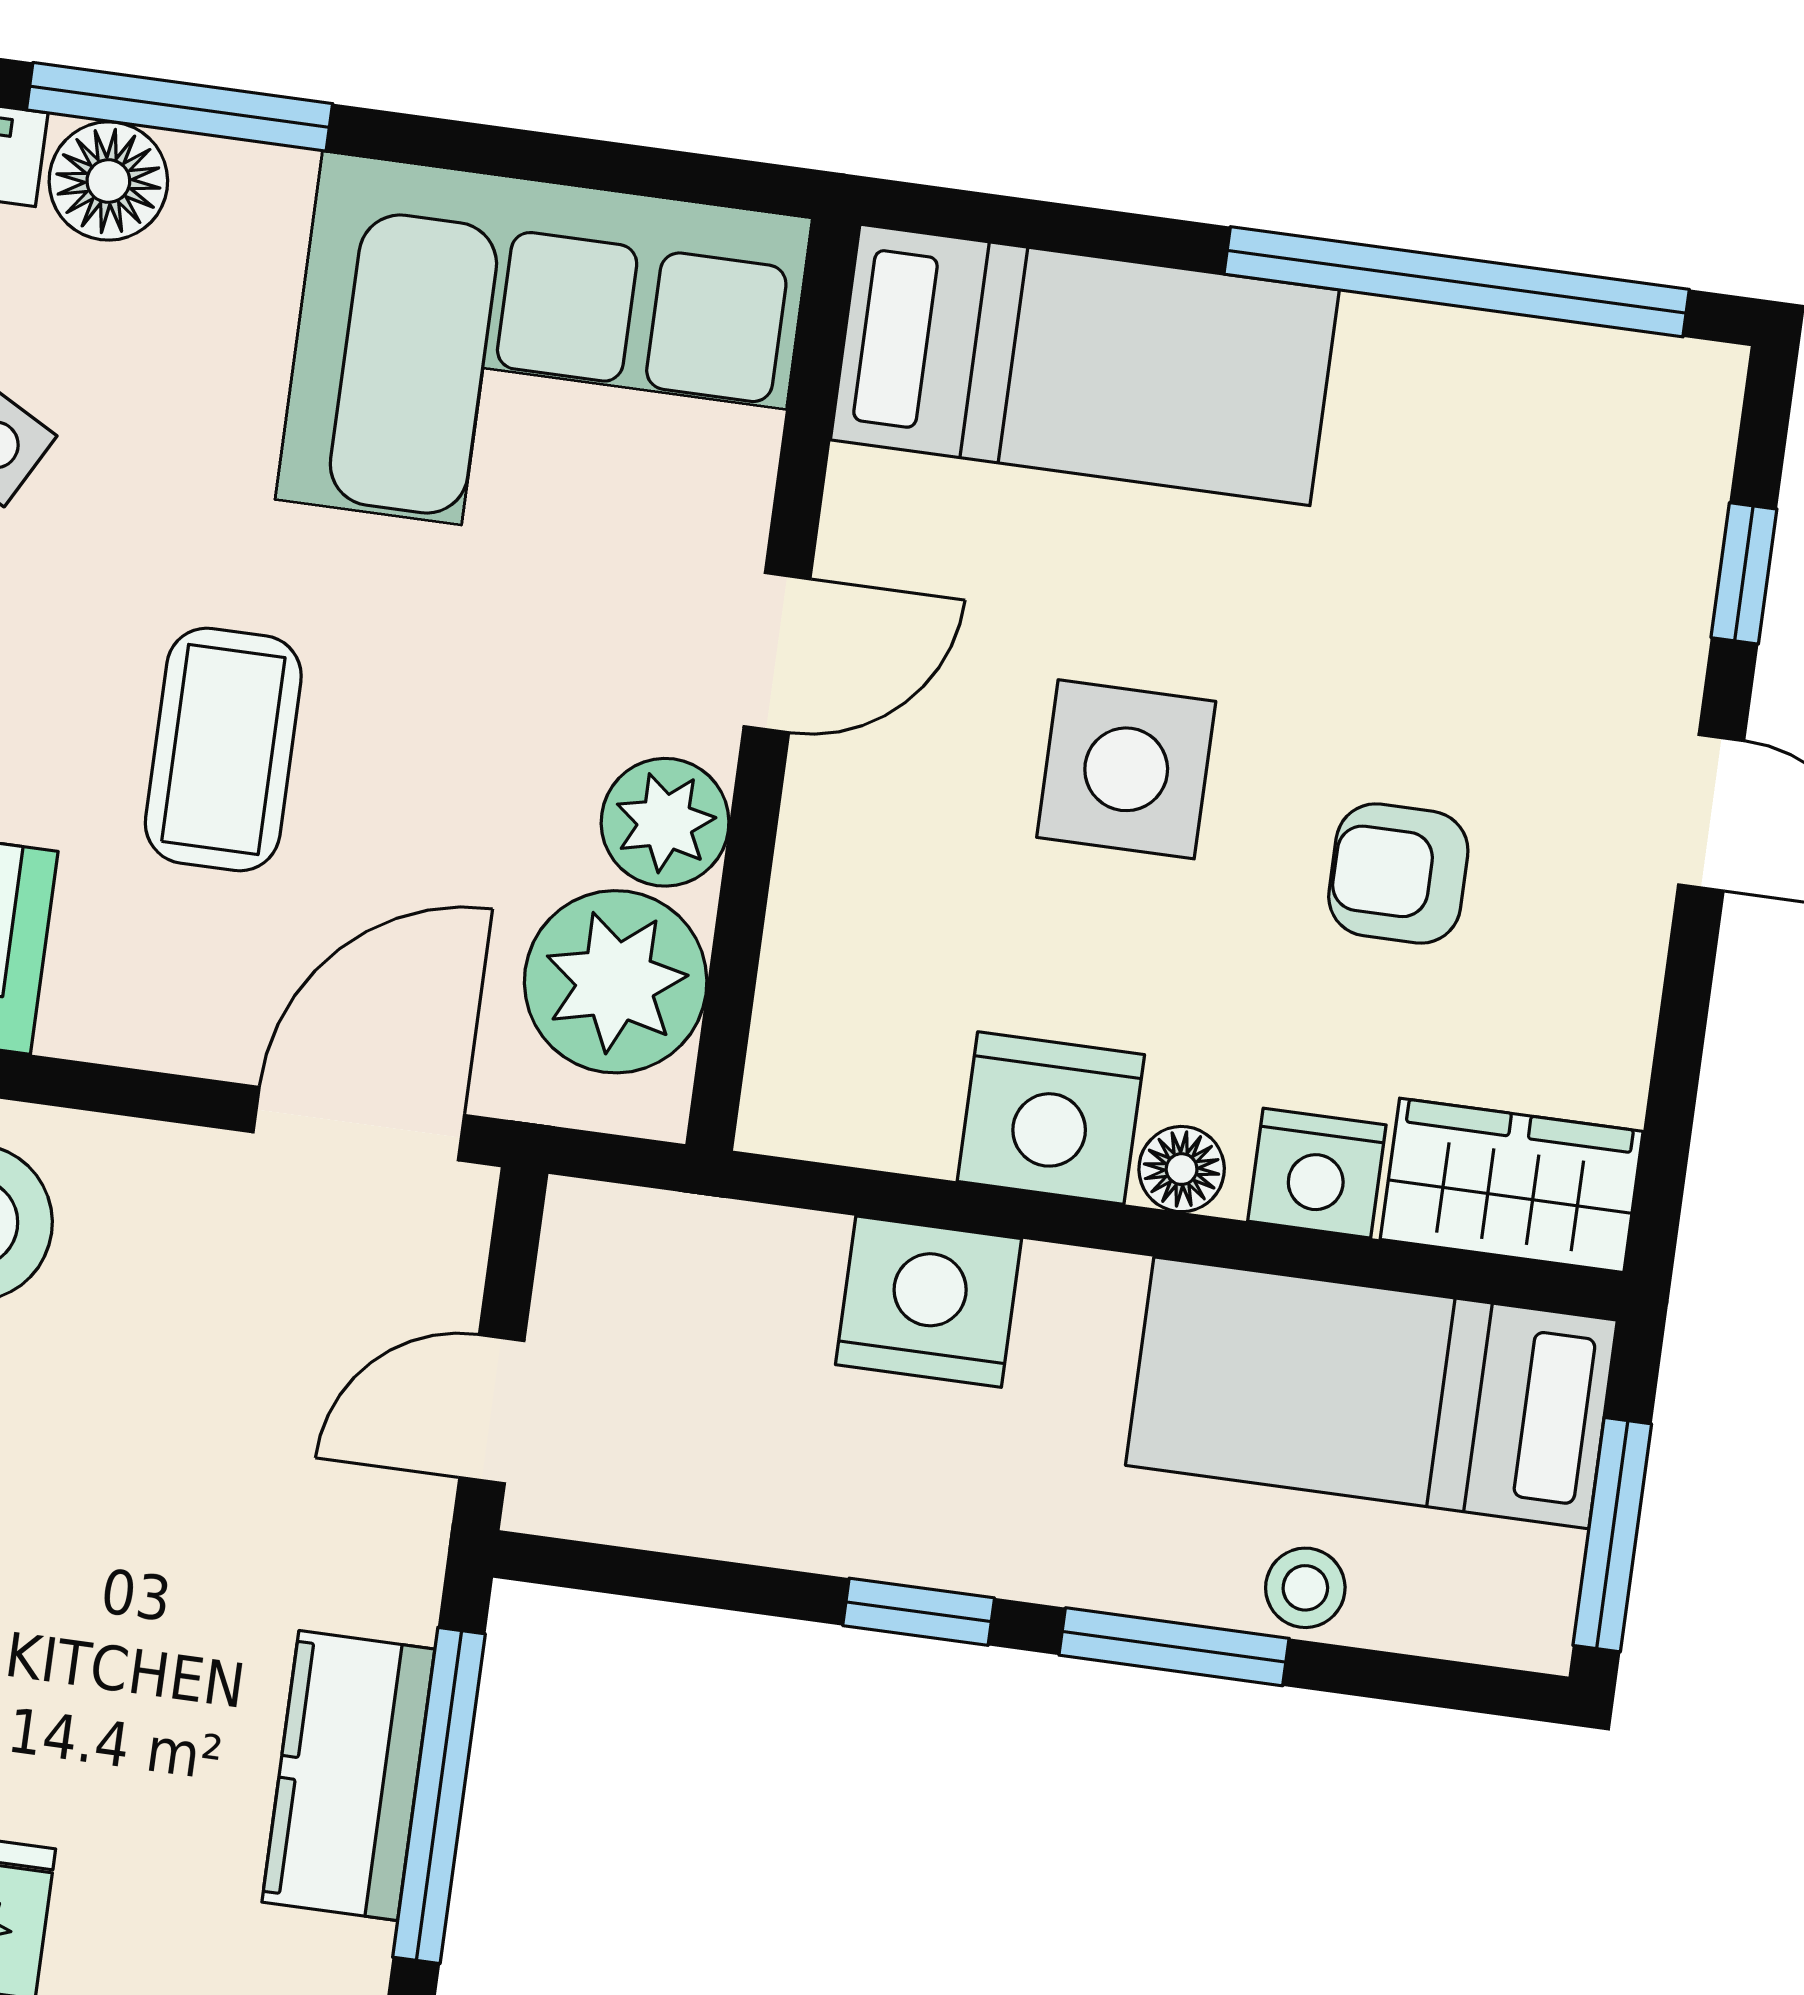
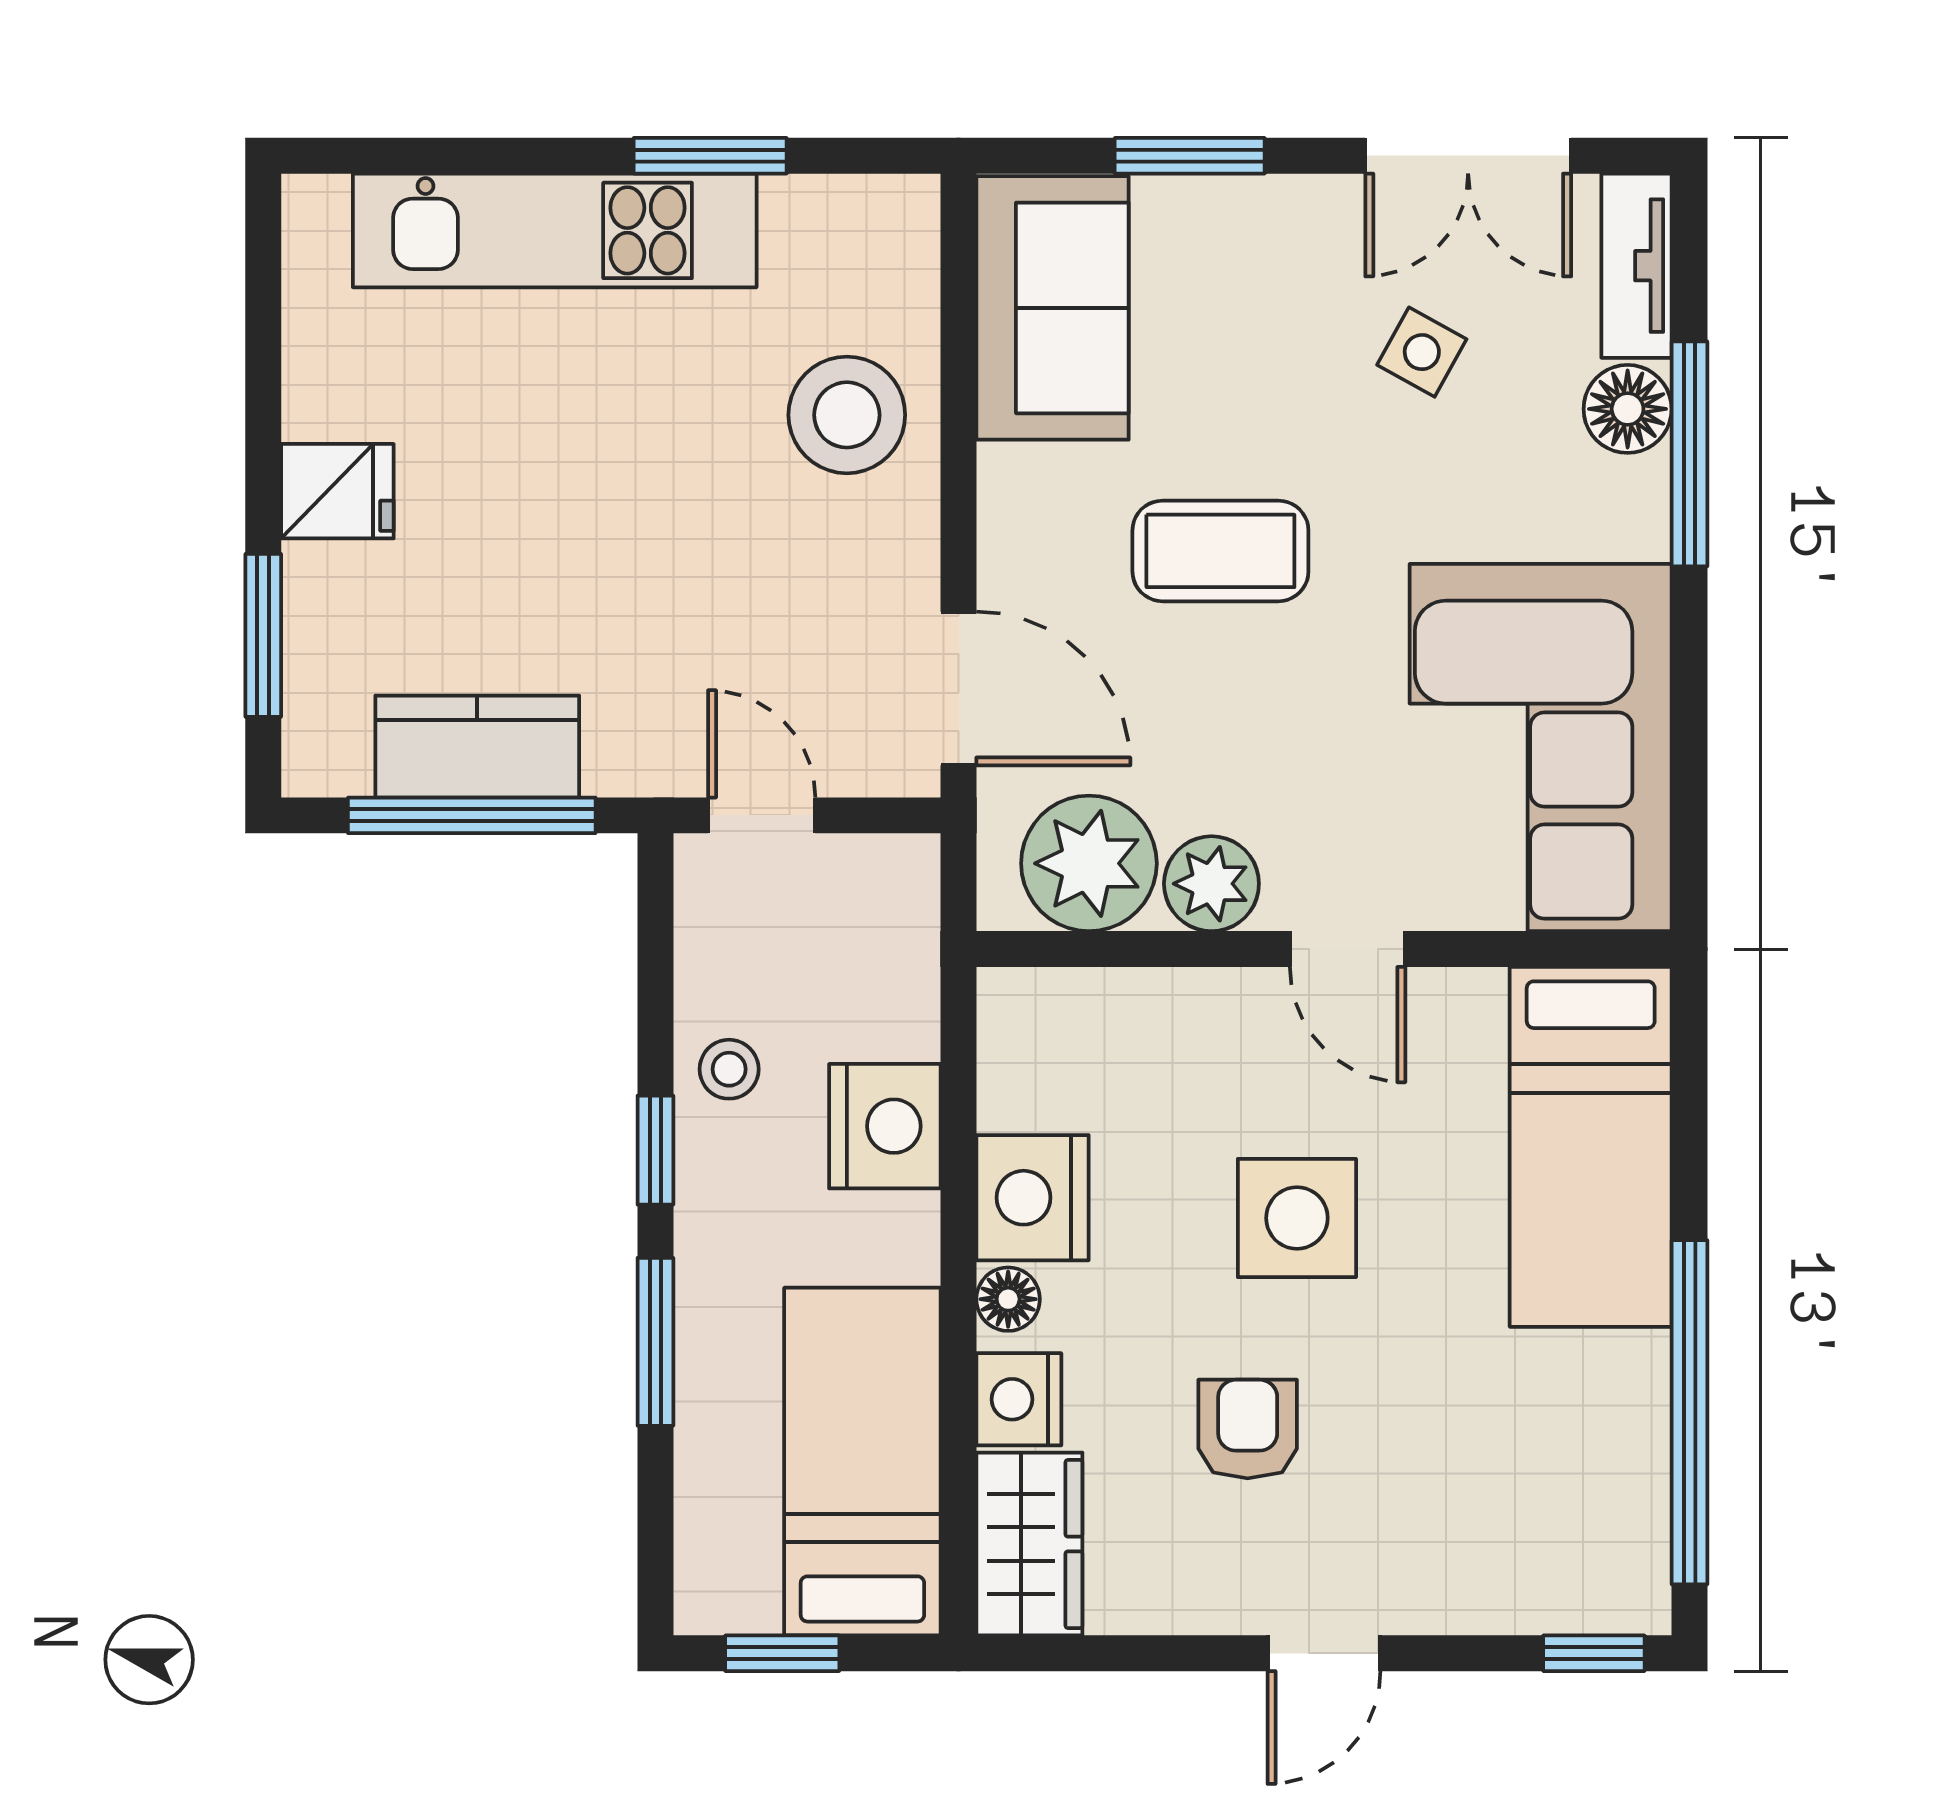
window: (1744, 573) -> (1594, 1653), moved
window: (1612, 1535) -> (782, 1653), width x0.67
stool: (1305, 1588) -> (729, 1069), moved

